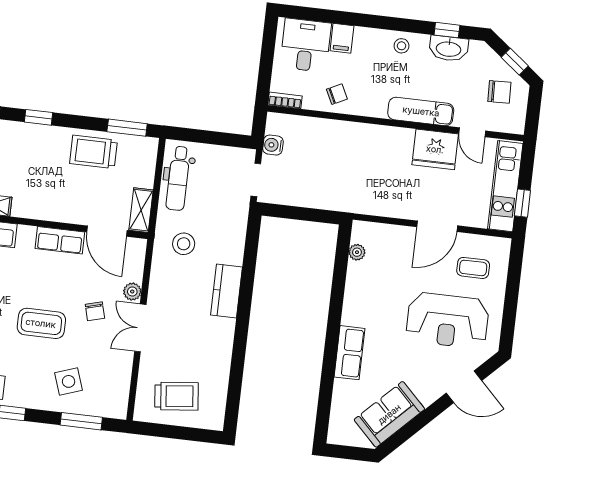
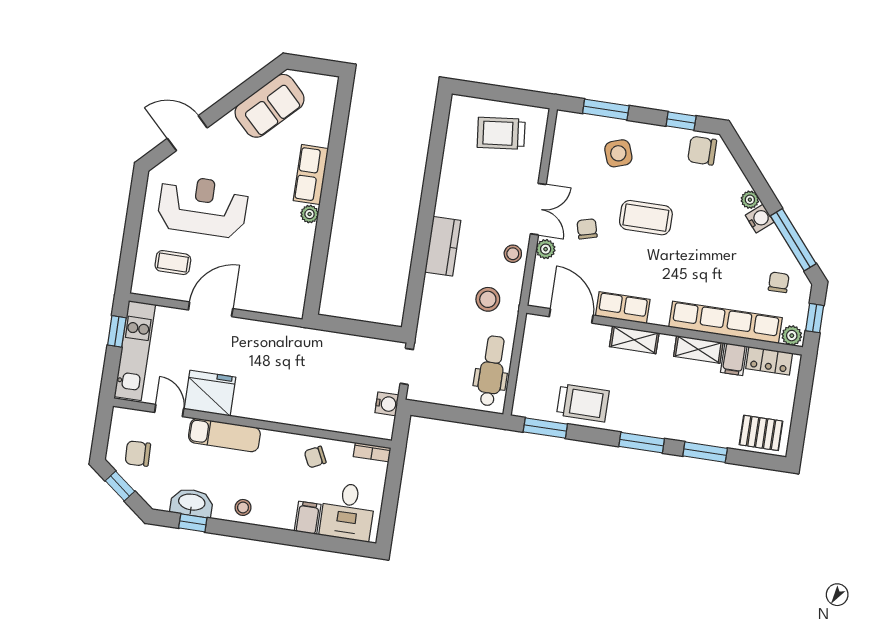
window: (38, 117) -> (642, 443), width x1.50
shelving: (141, 210) -> (634, 340), moved, turned 90
plant: (357, 252) -> (310, 214), moved
stool: (162, 286) -> (513, 254), added

